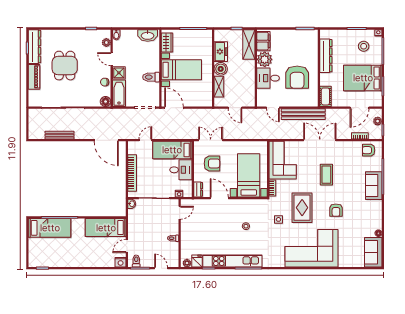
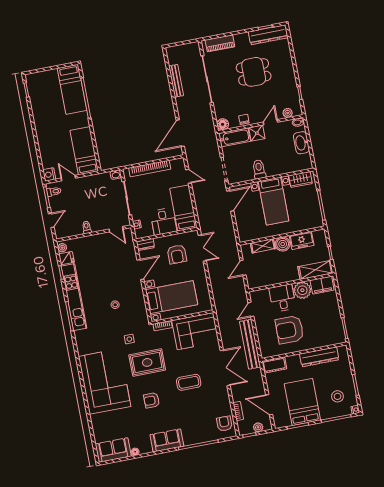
washbasin: (148, 35) -> (301, 143), moved
piano: (34, 77) -> (220, 43), moved
sofa: (374, 186) -> (167, 440), moved

